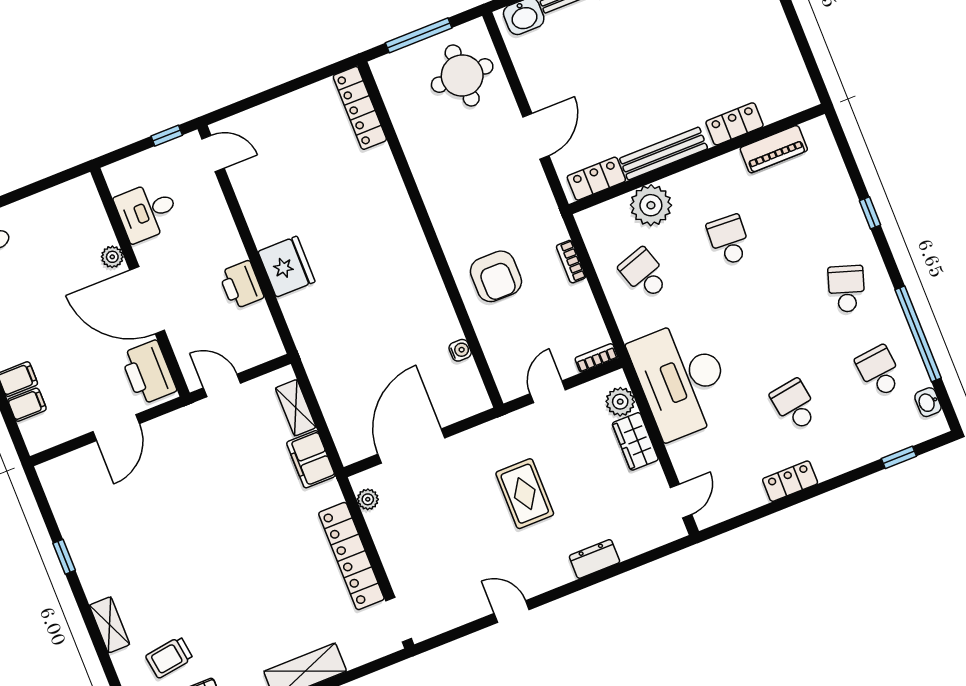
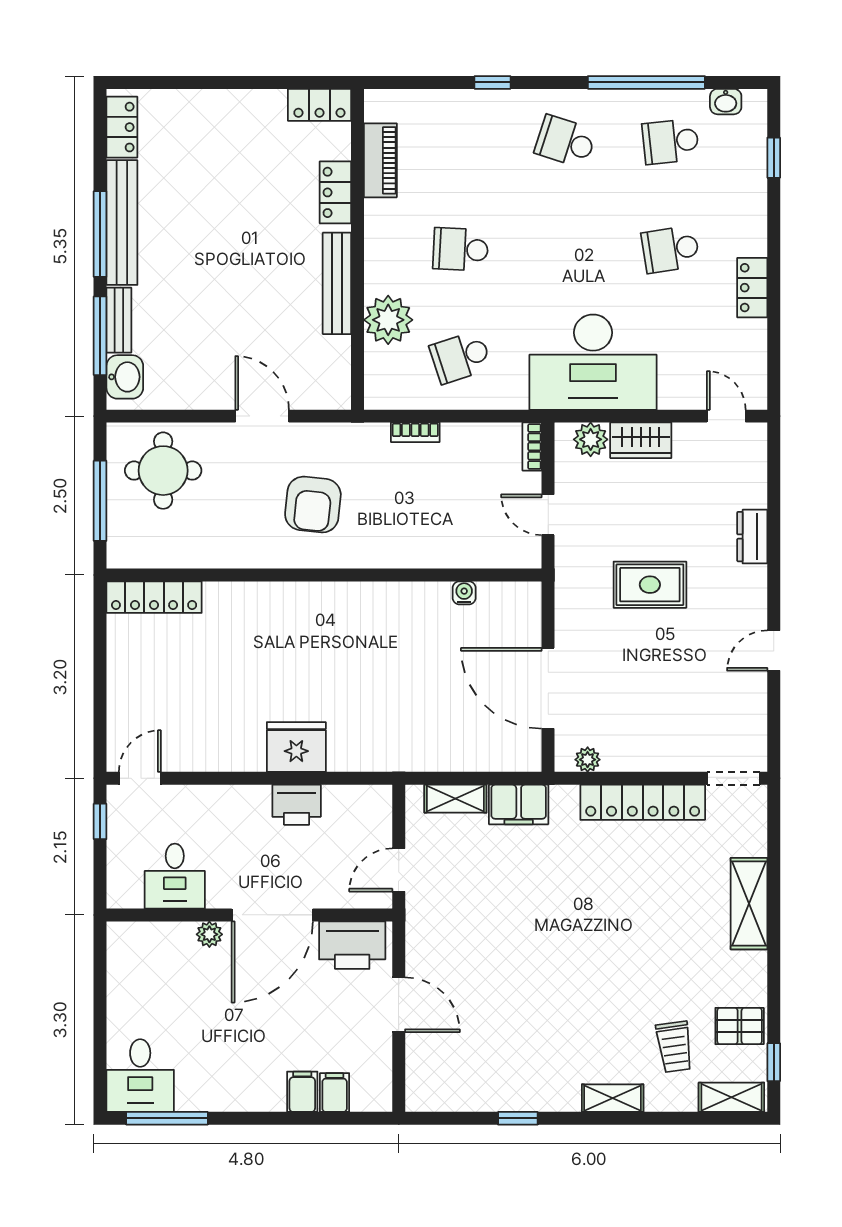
locker: (596, 179) -> (319, 105), moved, turned -90
armchair: (496, 276) -> (313, 505), moved, turned 96

